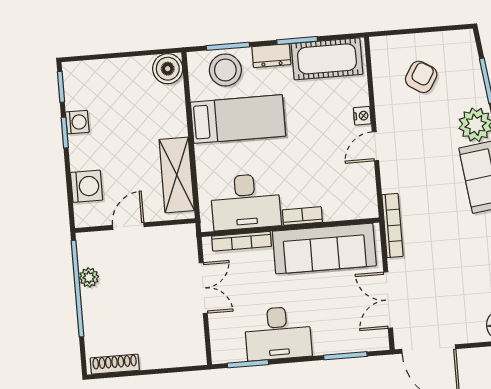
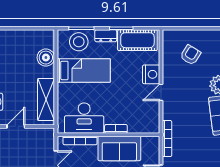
boiler: (168, 69) -> (46, 58), moved
nightstand: (362, 116) -> (151, 74), width x1.89, depth x1.79
sofa: (324, 248) -> (119, 148), width x0.73

